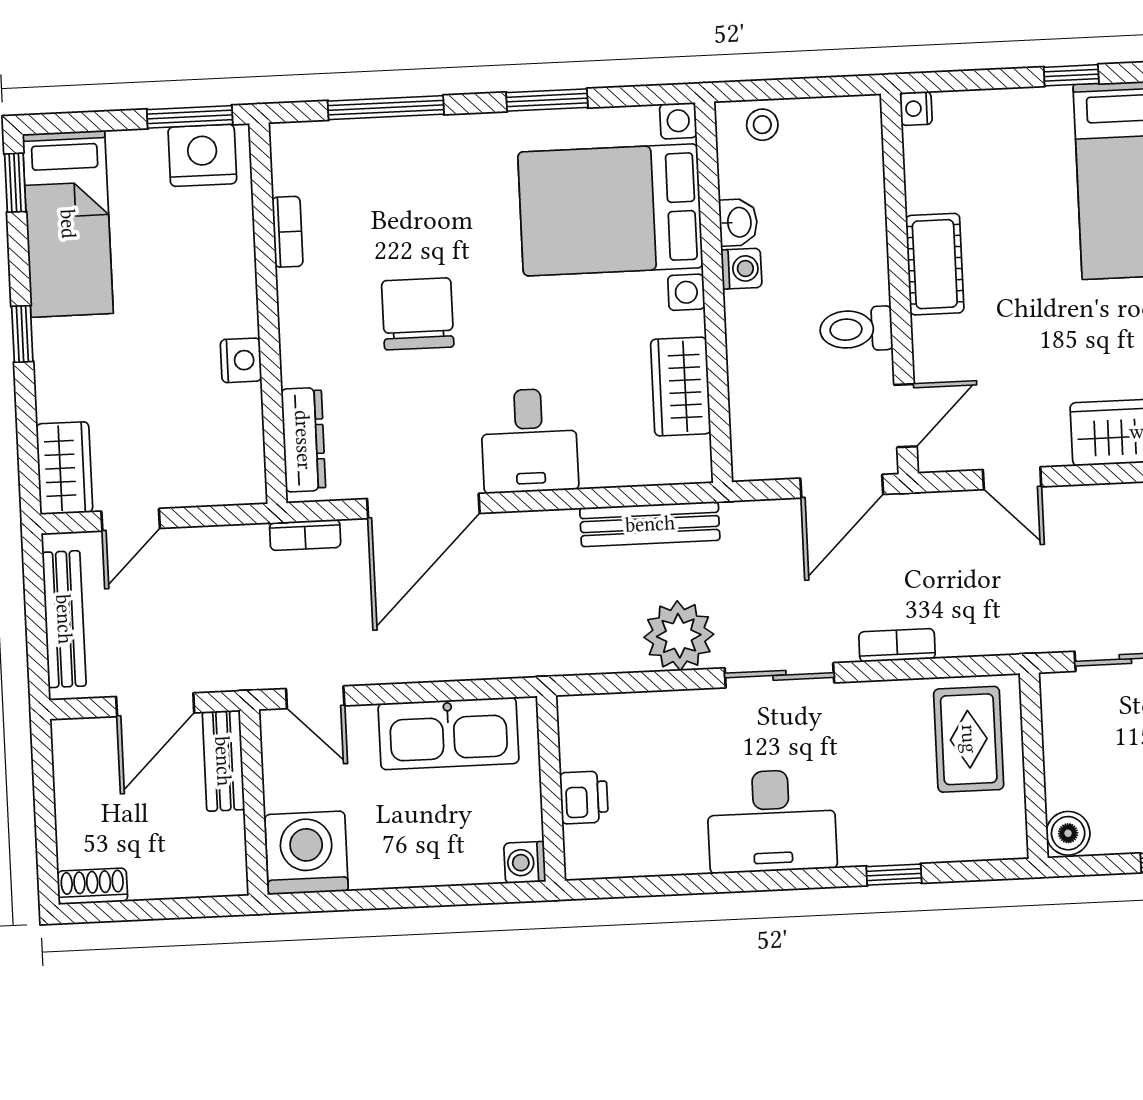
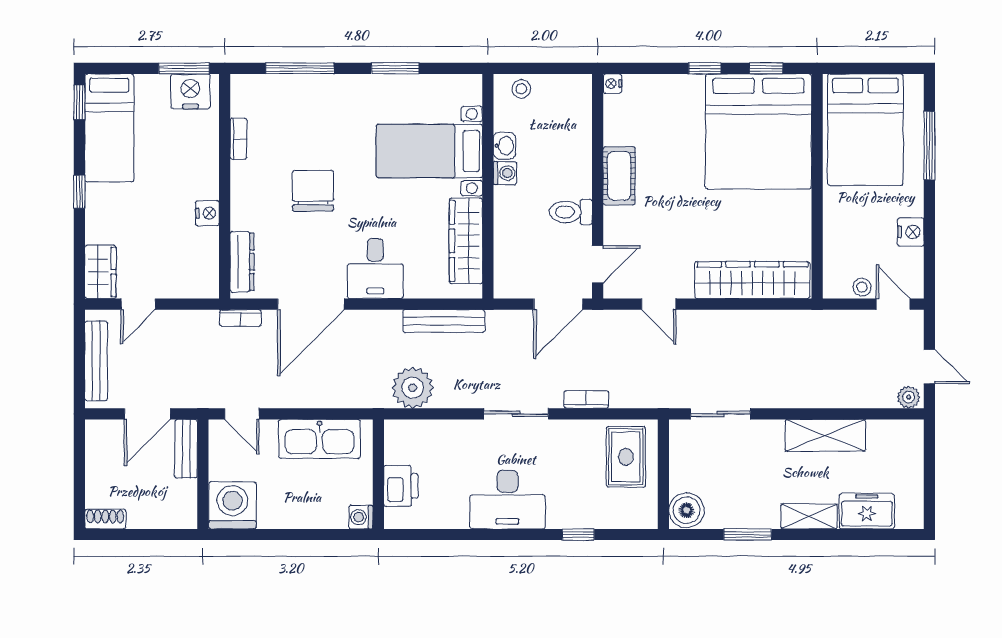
bed with nightstands: (610, 210) -> (429, 151), width x0.73
wardrobe: (681, 387) -> (466, 241), width x1.50
plant: (679, 636) -> (413, 388), moved
printer: (584, 797) -> (401, 486), width x1.36, depth x1.24
boiler: (1068, 833) -> (687, 510), width x1.36, depth x1.36

